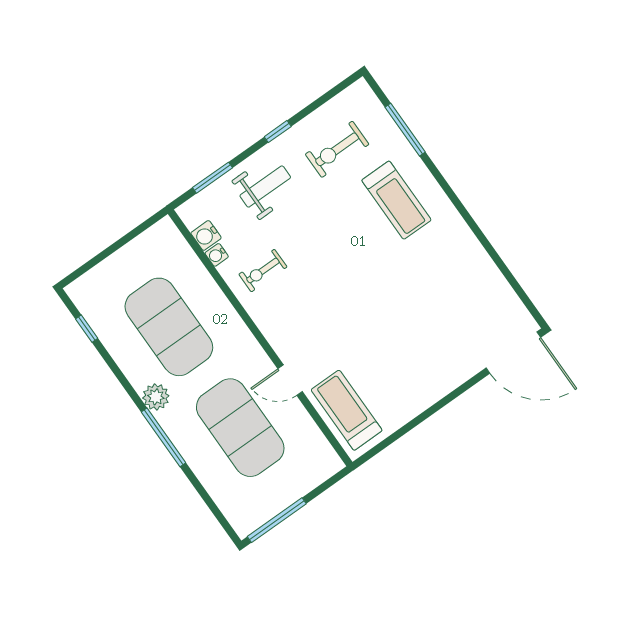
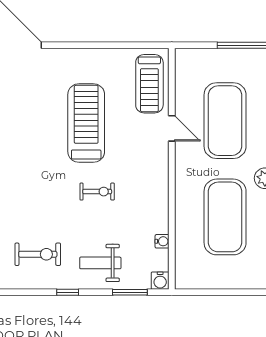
treadmill: (396, 200) -> (86, 123), moved, width x1.37, depth x1.38
water cooler: (206, 235) -> (160, 281), moved, turned 90
exercise bike: (263, 271) -> (97, 192), moved

